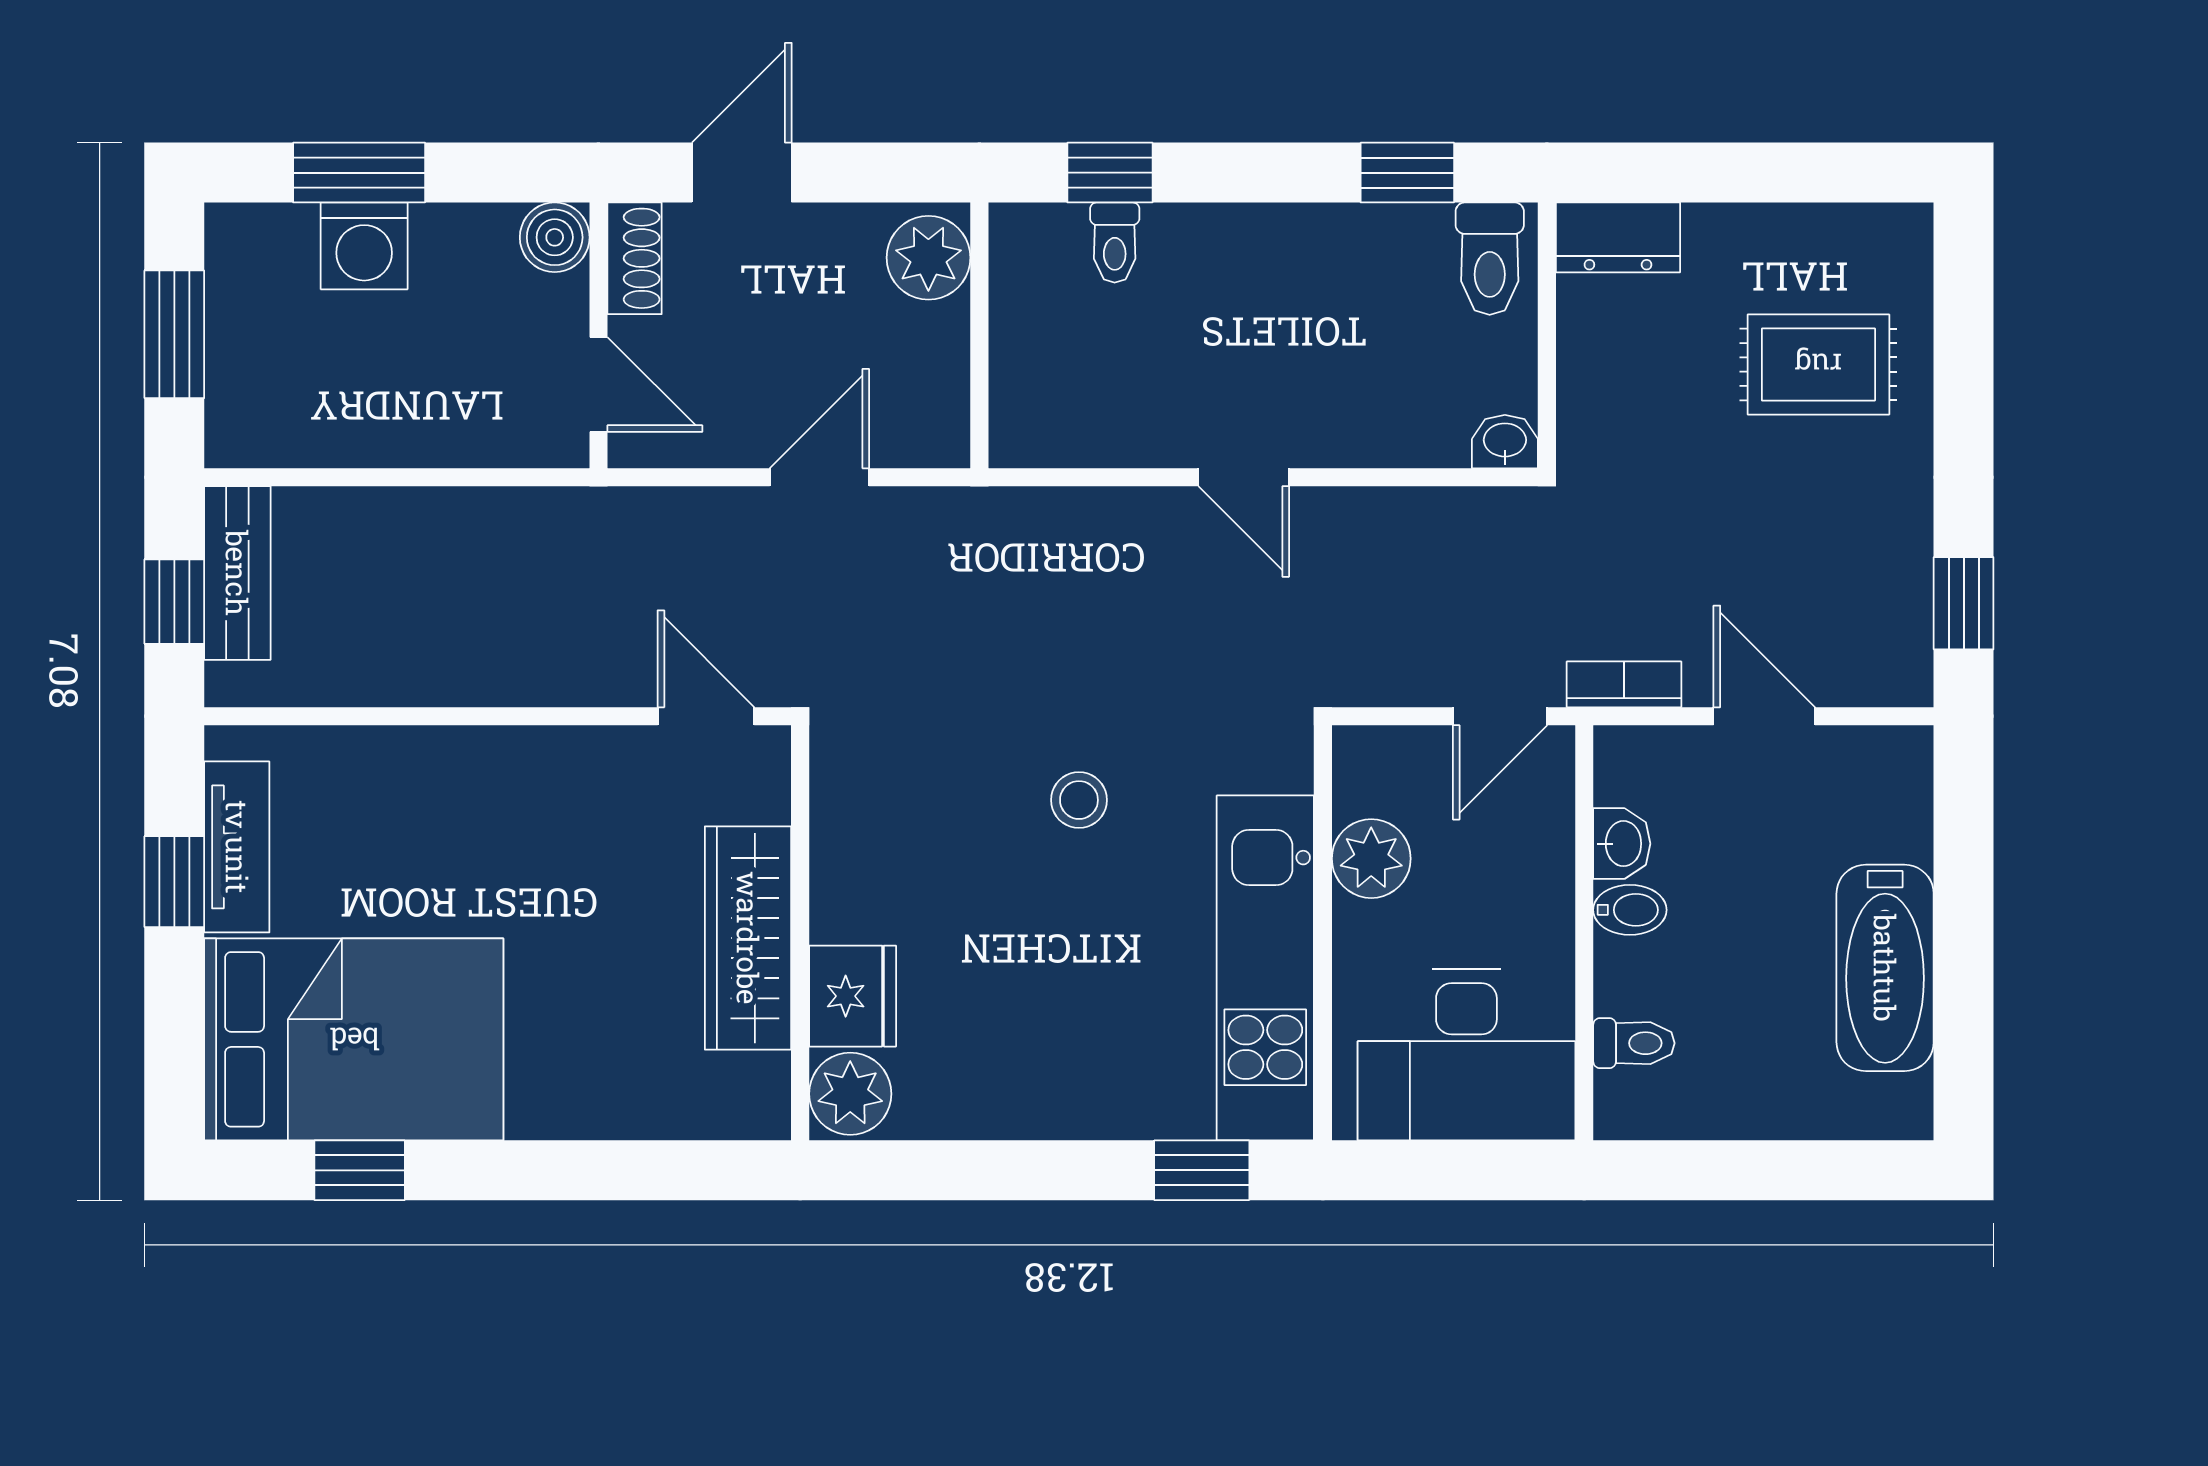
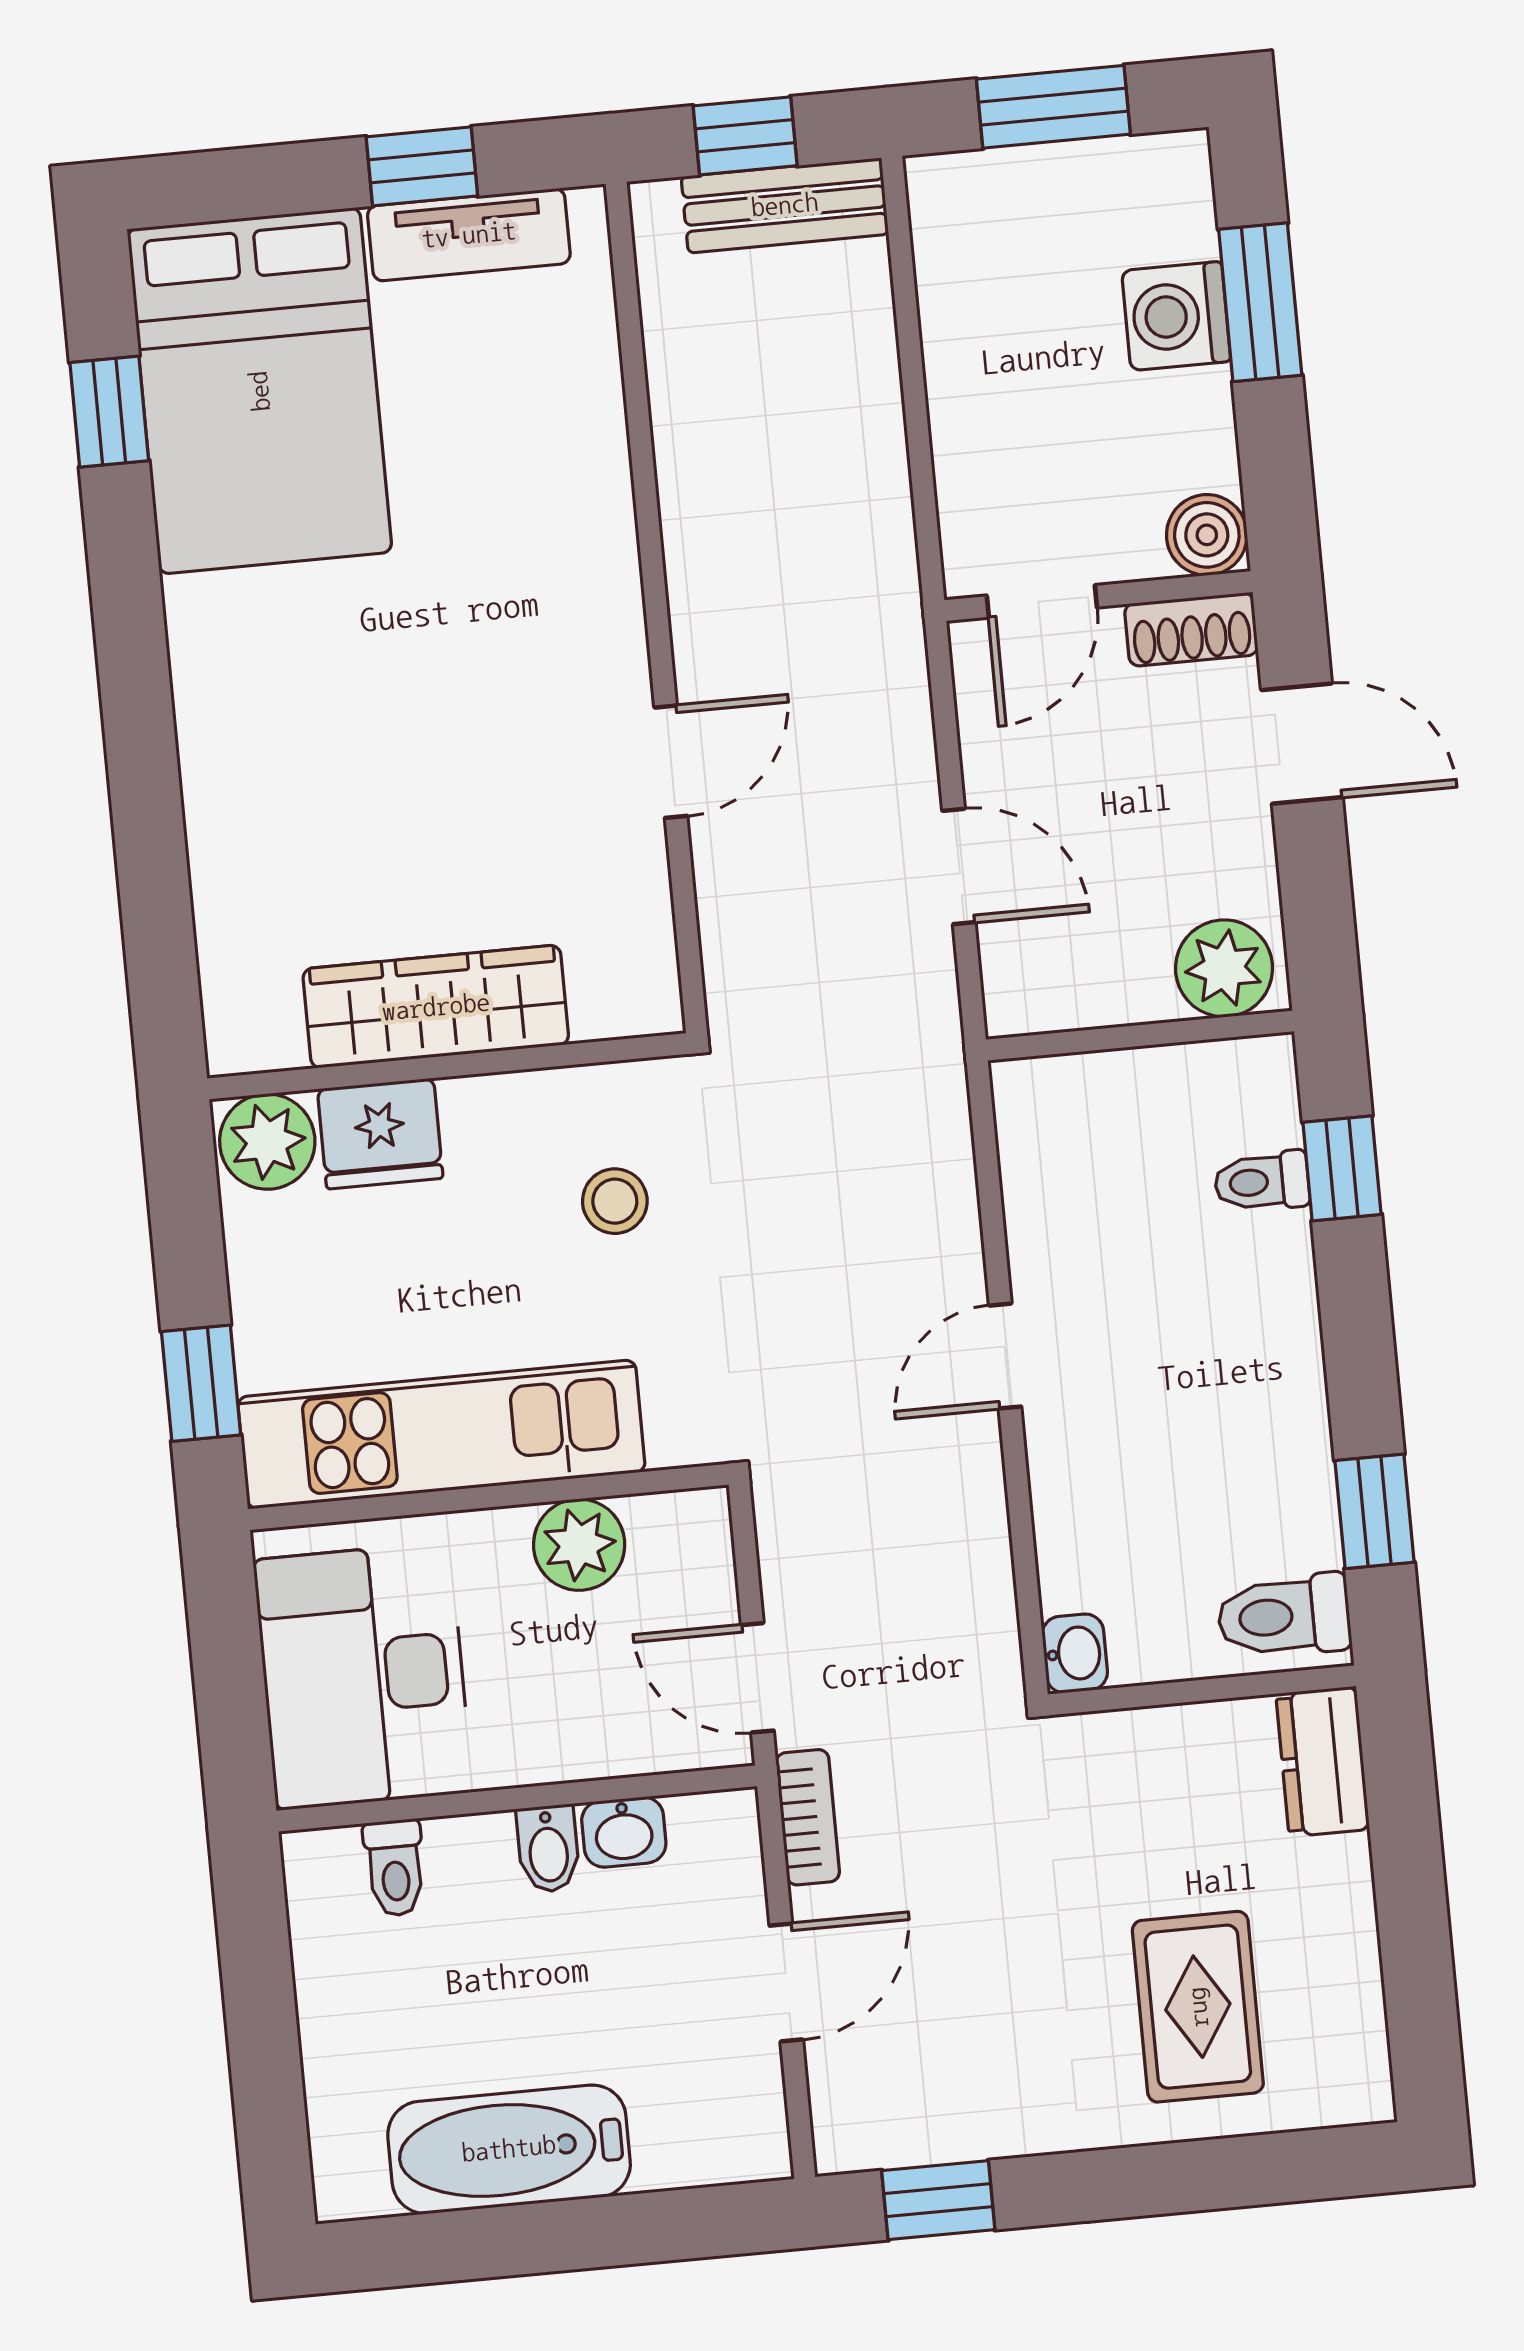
wall: (800, 933) -> (448, 1066), moved
wardrobe: (748, 938) -> (436, 1007), moved
fridge: (853, 996) -> (380, 1134), moved
plant: (850, 1094) -> (267, 1142), moved

